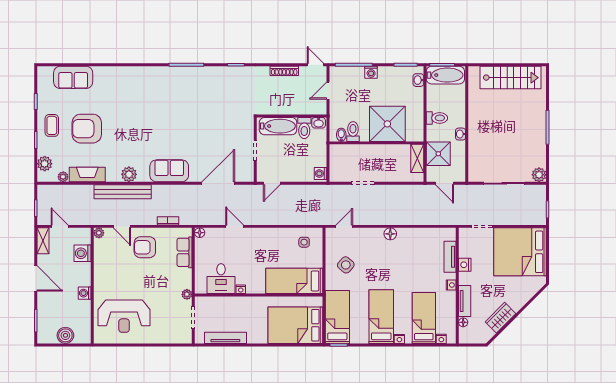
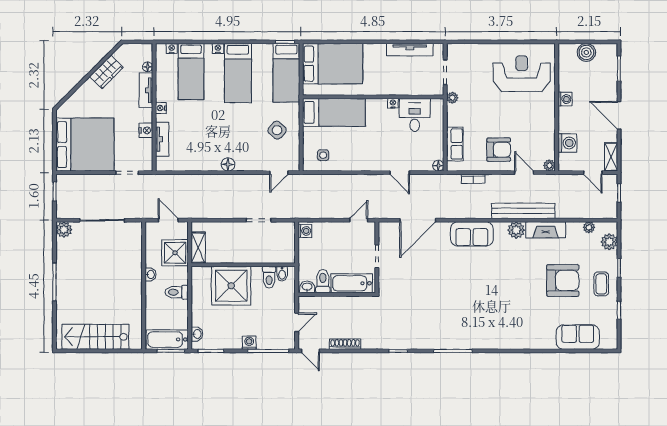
fireplace: (87, 175) -> (546, 230), moved

